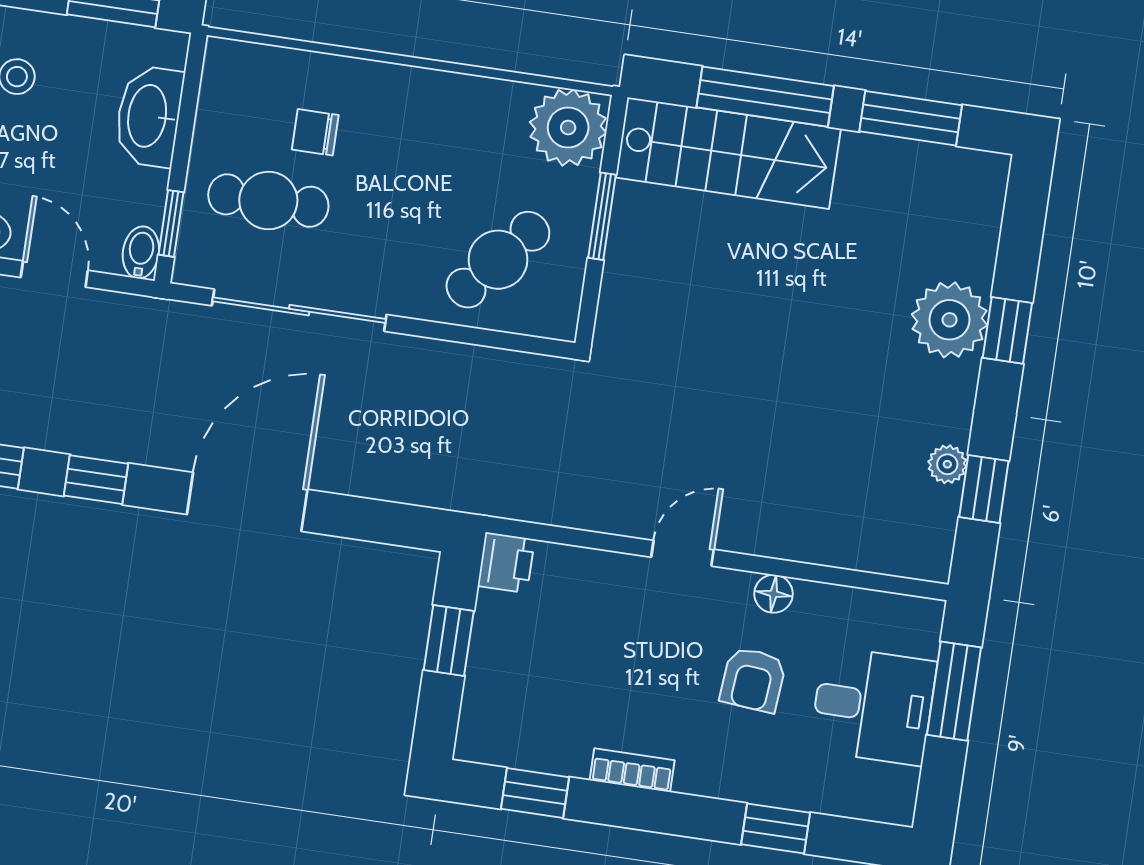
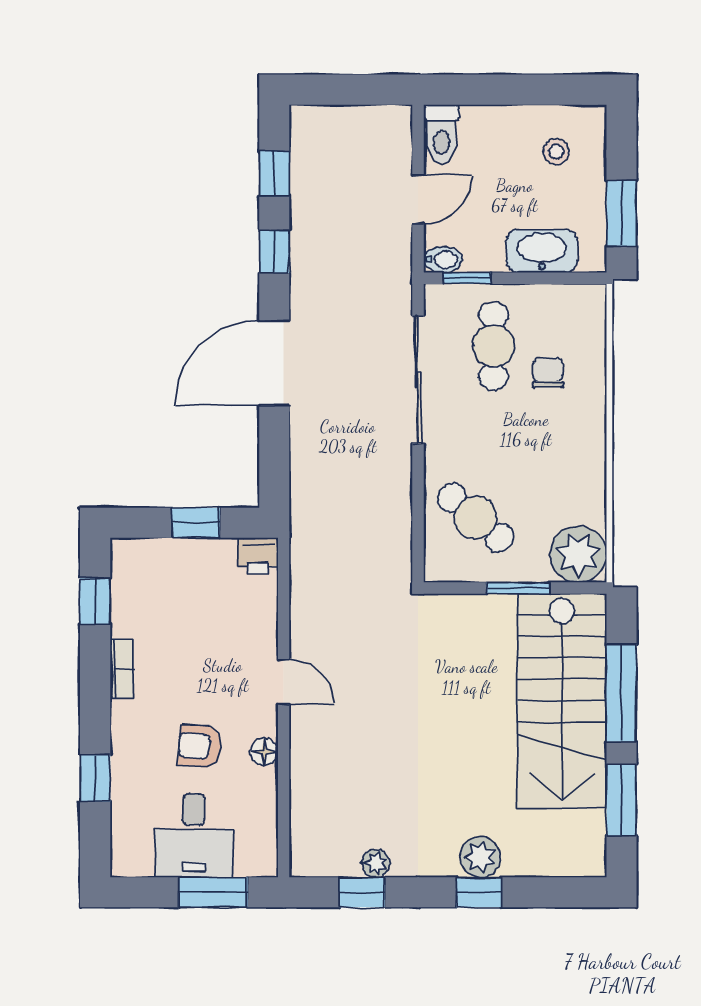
stairs: (728, 153) -> (562, 701), width x1.36, depth x1.51
plant: (950, 320) -> (480, 857), width x0.73, depth x0.73
door: (247, 502) -> (274, 363), swing flipped

